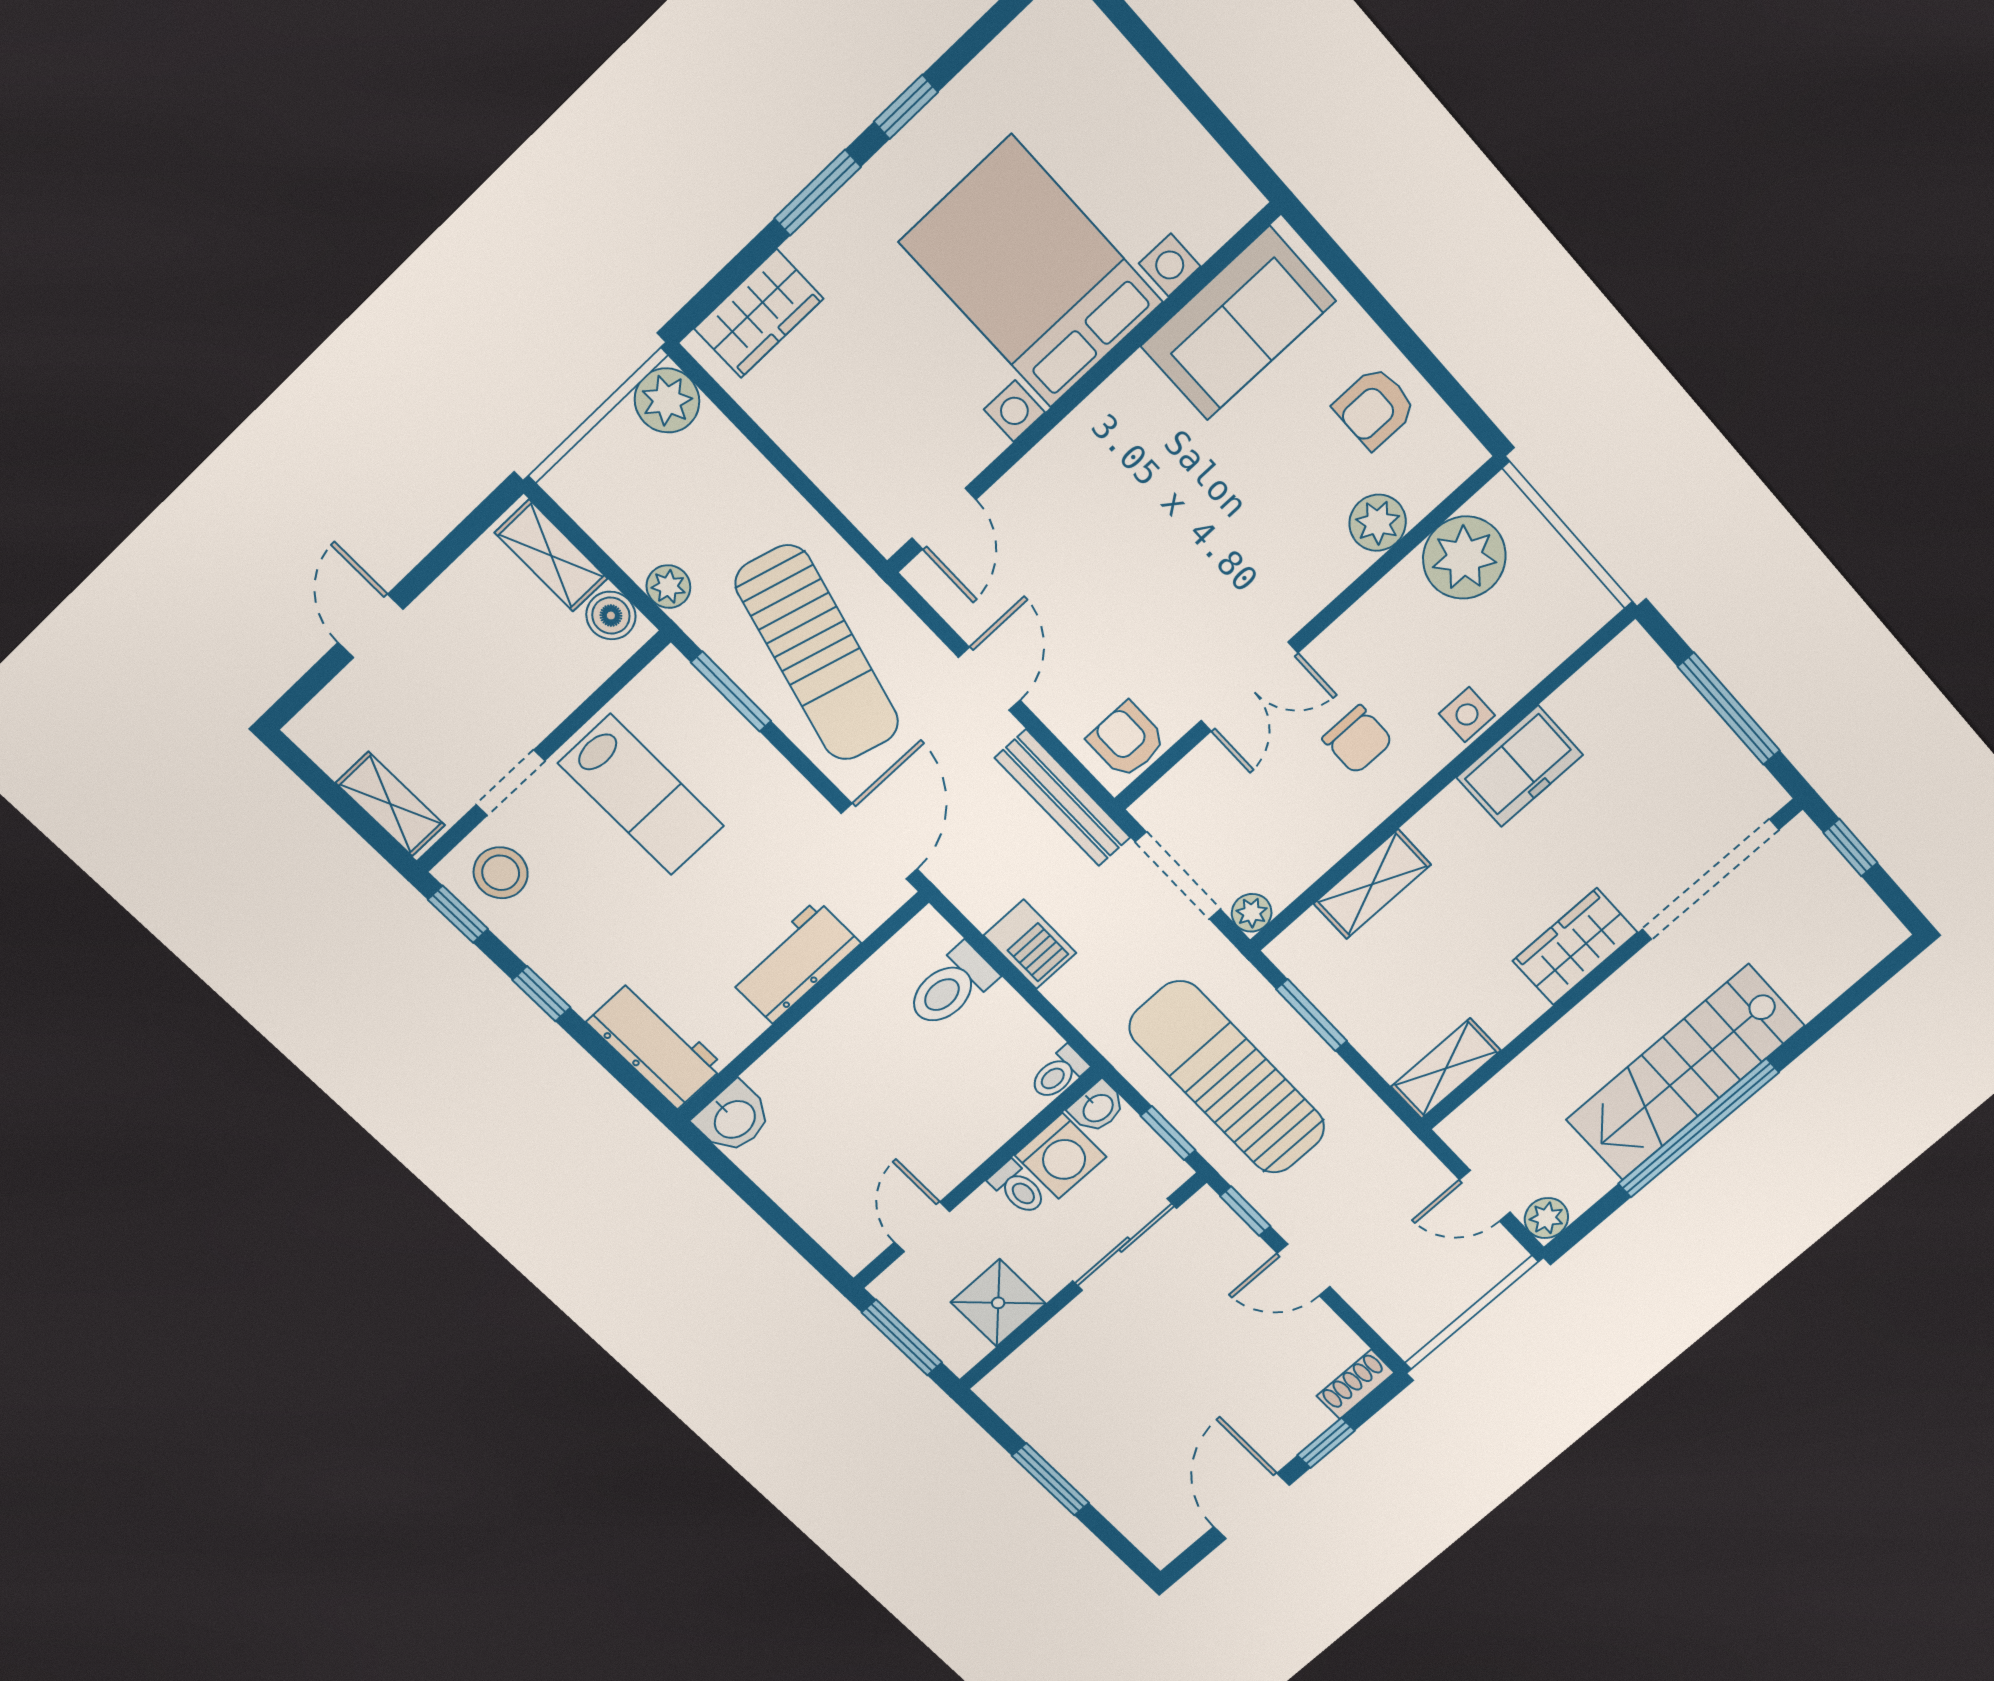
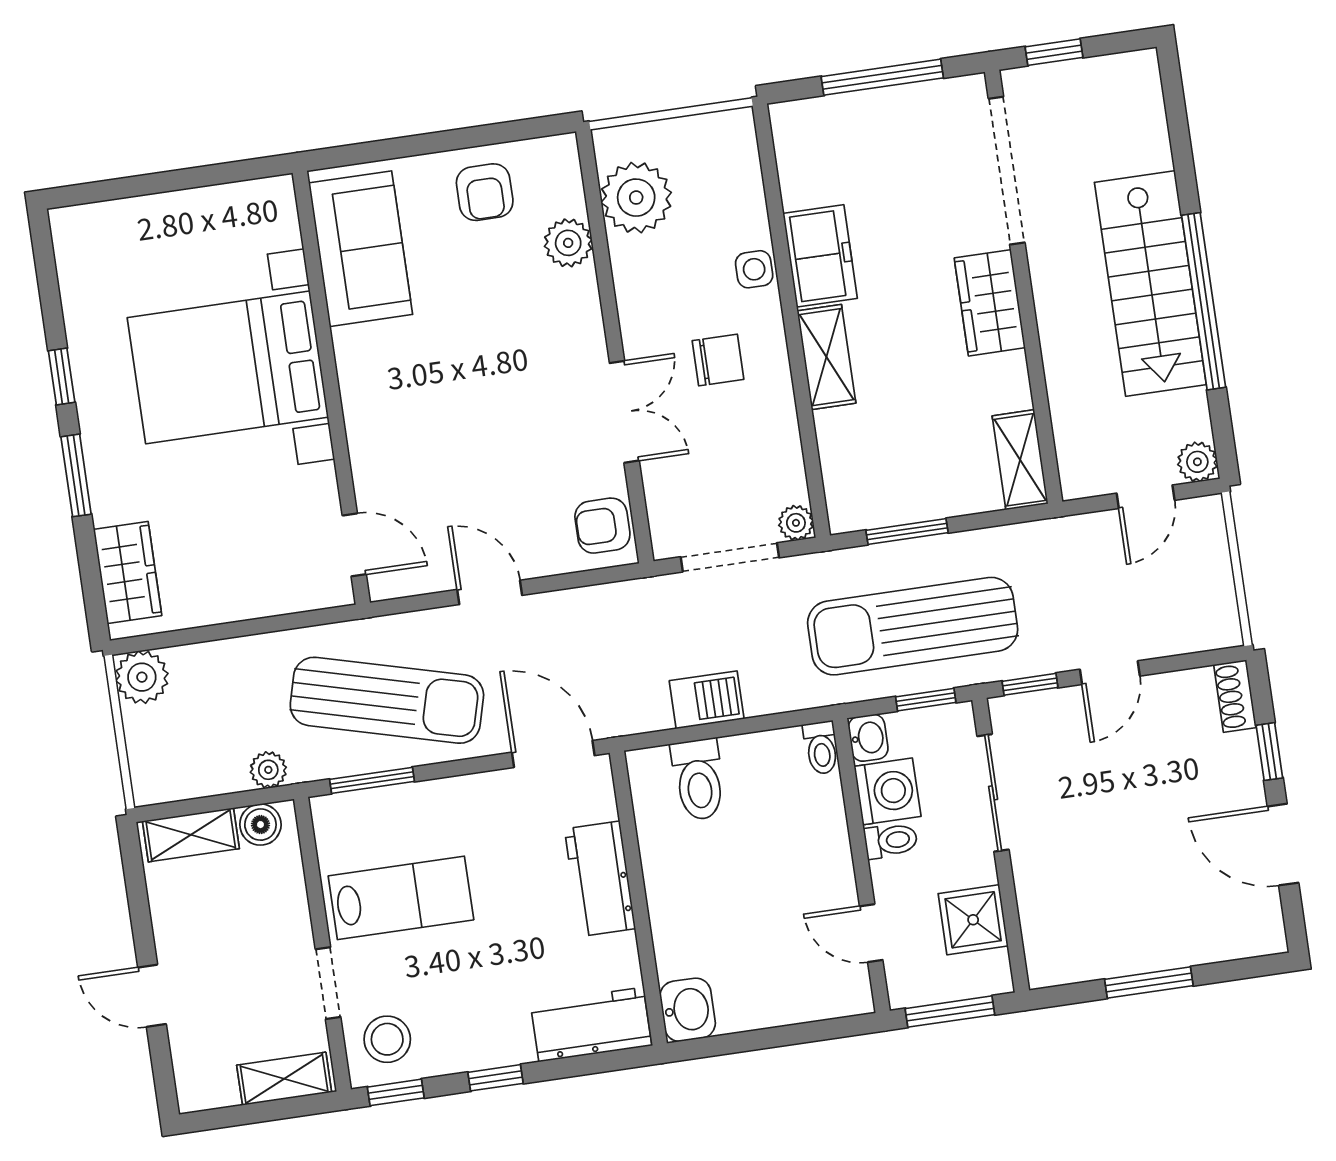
bench: (1063, 798) -> (613, 600), removed
shelving: (1372, 884) -> (826, 357), moved

